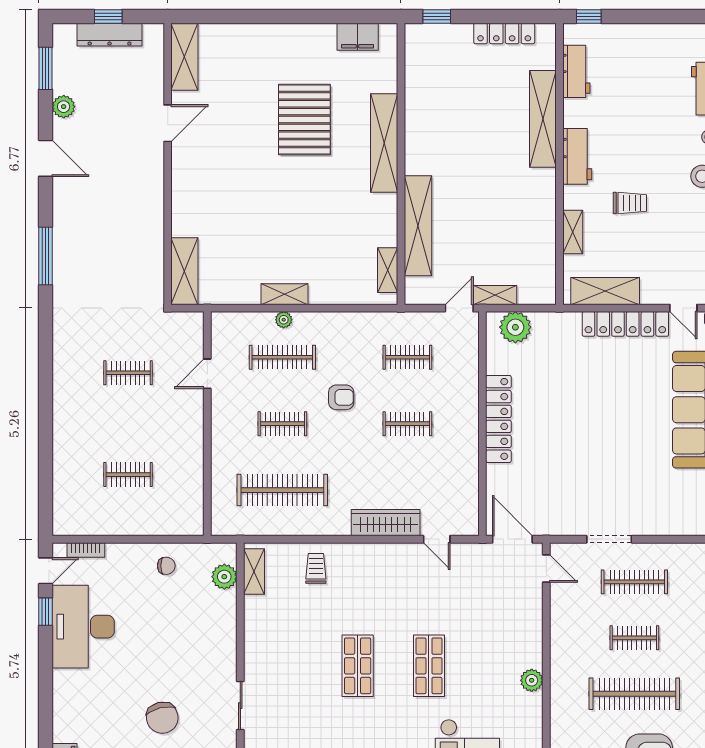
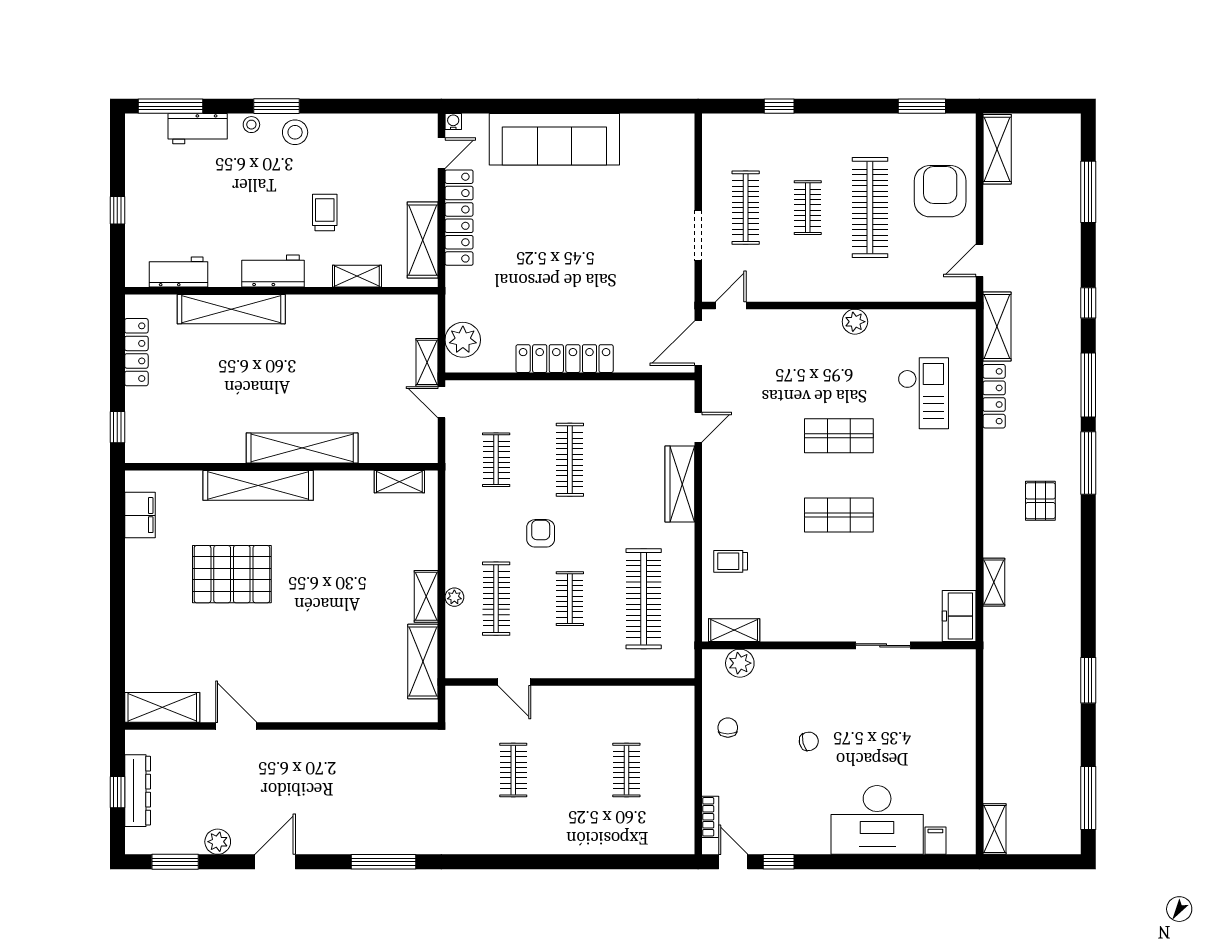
window: (589, 16) -> (117, 210), moved
shelving: (418, 226) -> (302, 448), moved
shelving: (184, 271) -> (423, 662), moved, turned 90
clothes rail: (407, 424) -> (570, 460), width x1.36
desk: (83, 627) -> (877, 820), moved
chair: (162, 718) -> (809, 741), moved, width x0.54, depth x0.54

